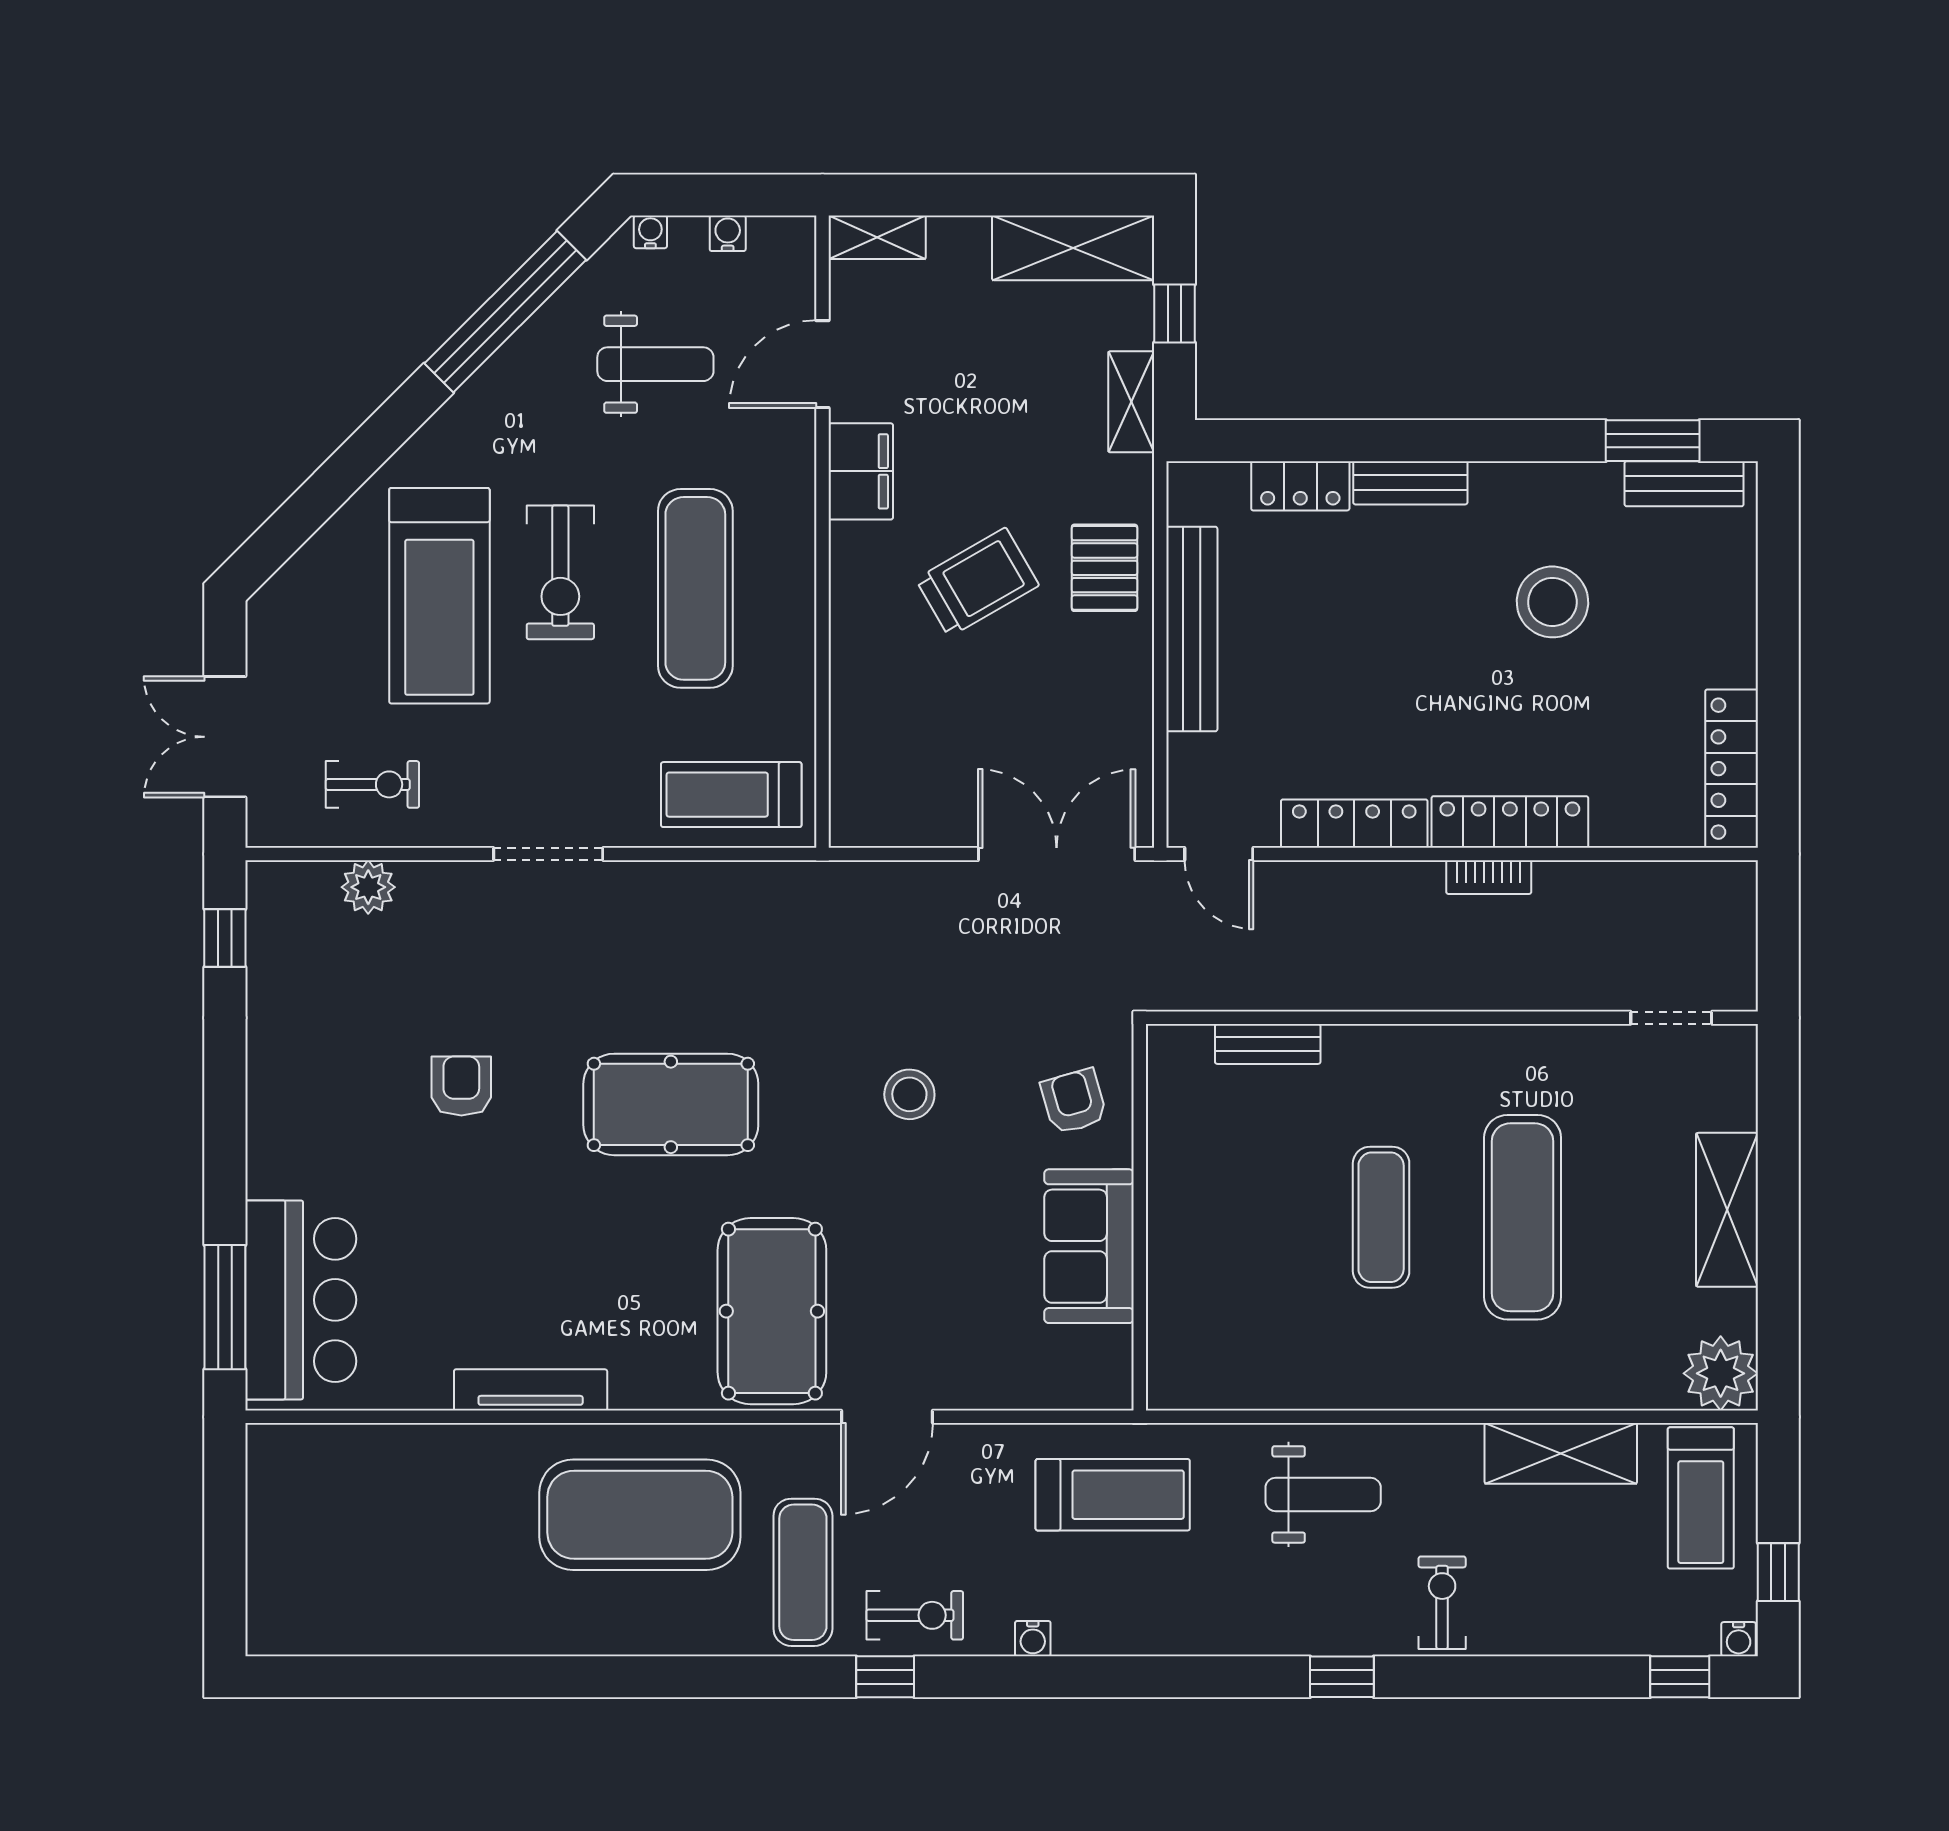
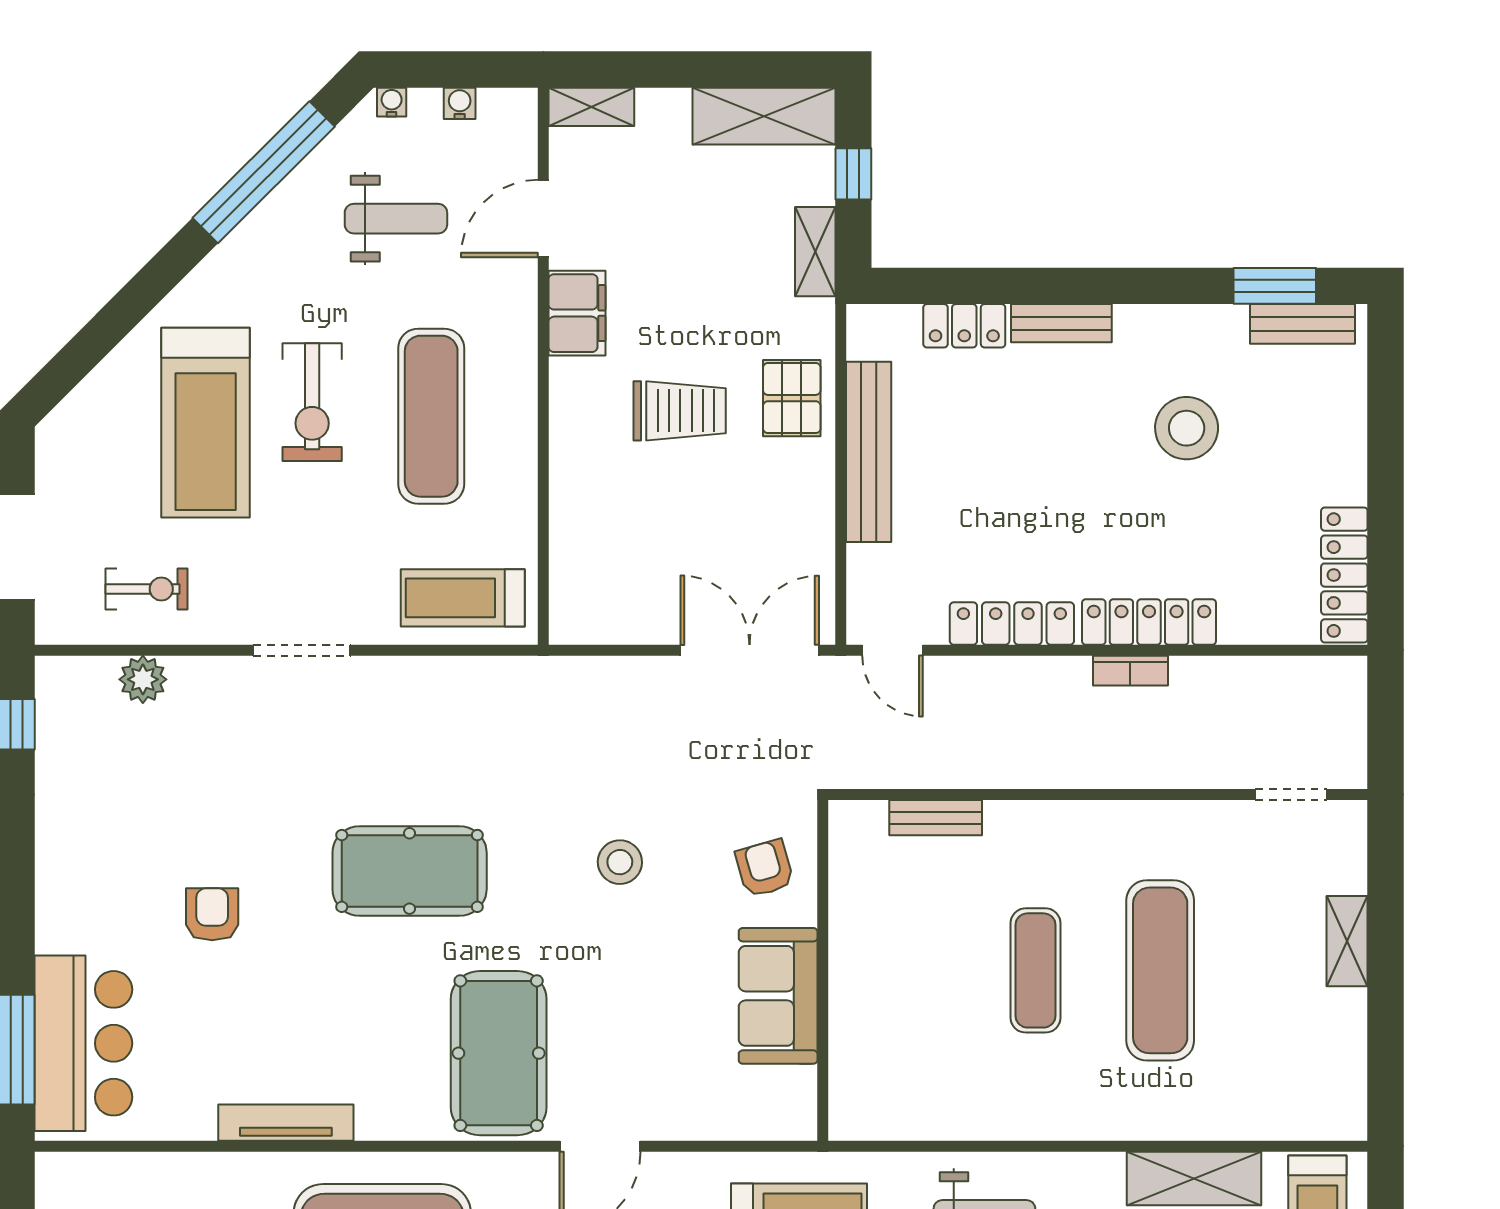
trolley: (977, 582) -> (680, 411), turned 30
armchair: (461, 1086) -> (212, 914), moved
shelving: (1727, 1210) -> (1347, 941), width x0.67, depth x0.75
plant: (1721, 1373) -> (1335, 1108), removed

